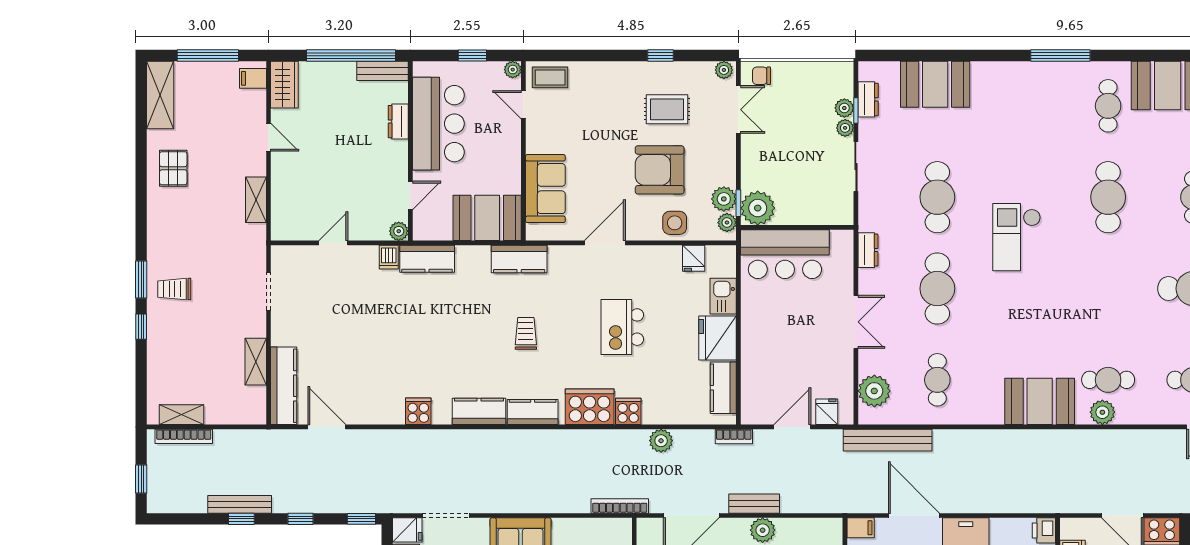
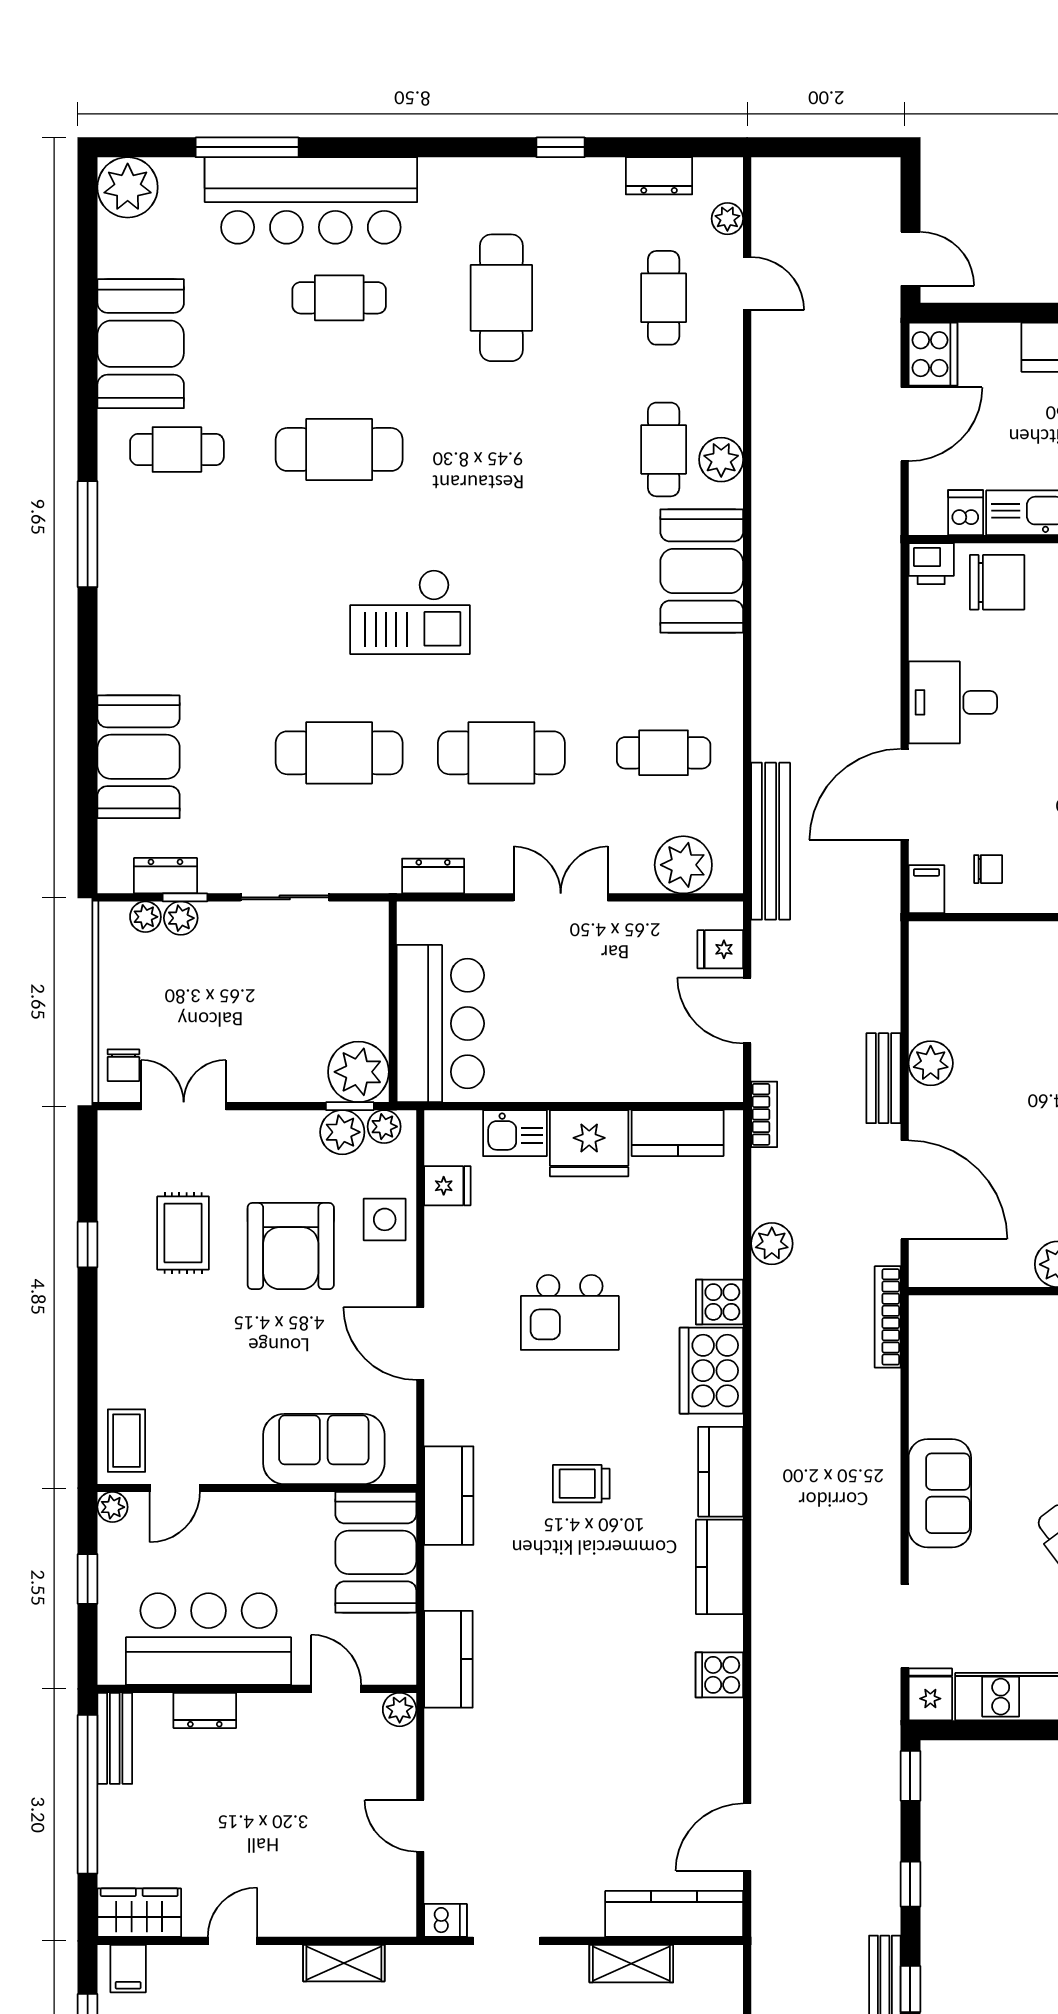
plant: (724, 70) -> (113, 1132), removed
plant: (845, 128) -> (145, 917), moved
dishwasher: (389, 257) -> (445, 1920), moved

